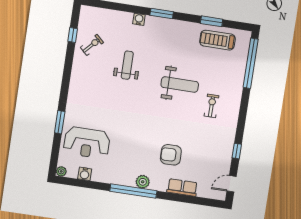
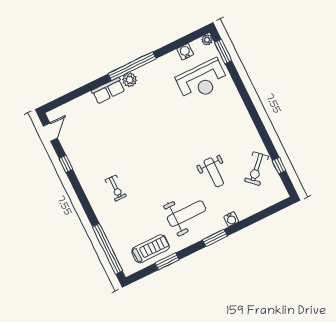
exercise bike: (92, 45) -> (256, 169), width x1.38, depth x1.39
weight bench: (180, 84) -> (187, 214), moved, turned 180
window: (60, 122) -> (223, 52), moved
reception desk: (87, 143) -> (202, 80), turned 180
armchair: (171, 155) -> (121, 121), removed
row of seats: (182, 187) -> (108, 91), moved

